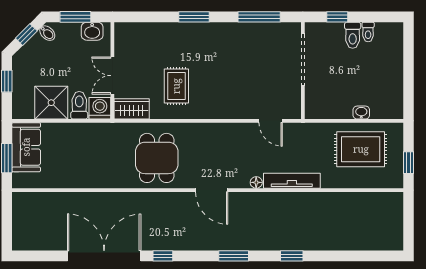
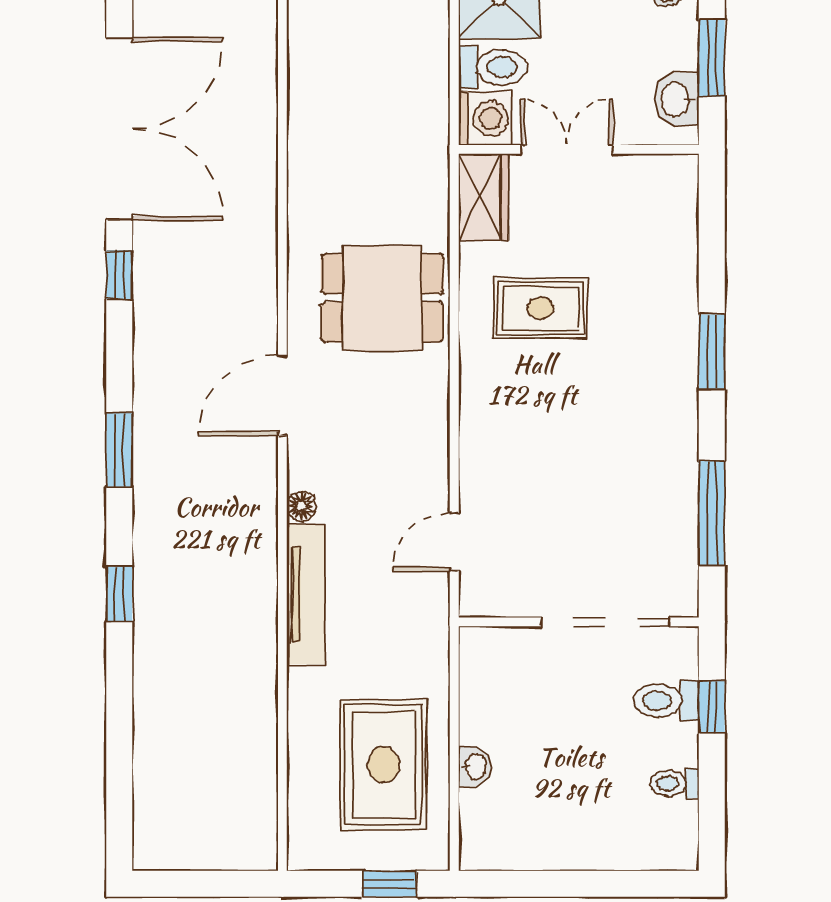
toilet: (353, 35) -> (666, 701), moved
dining table: (157, 158) -> (382, 298), moved
window: (409, 163) -> (390, 884), moved

